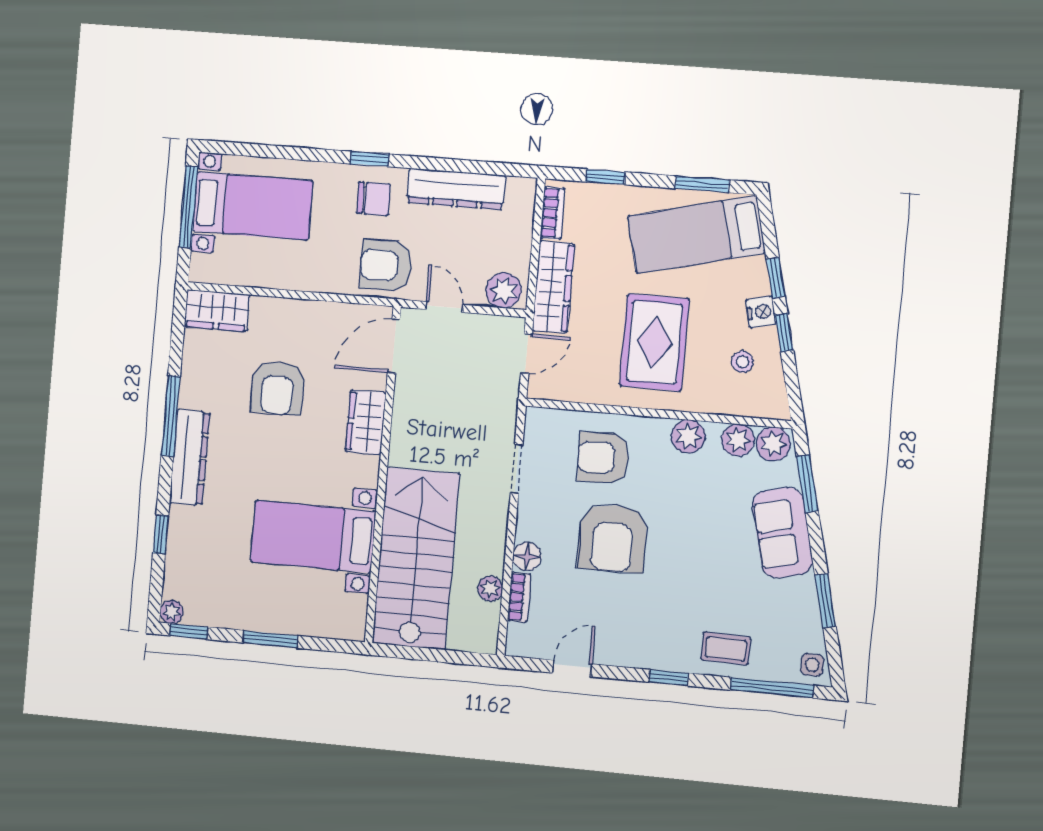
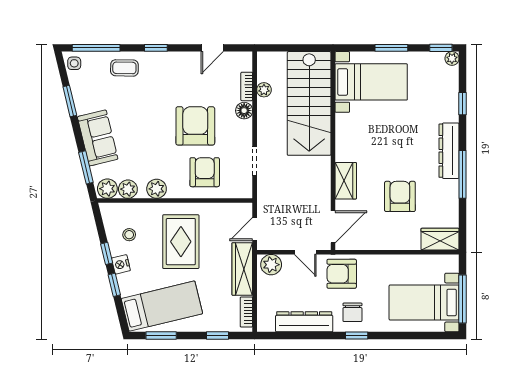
chair: (373, 199) -> (352, 312), turned -90
armchair: (386, 265) -> (342, 274), turned 180
armchair: (603, 458) -> (205, 172), turned -88
bed with nightstands: (313, 537) -> (371, 82), moved

